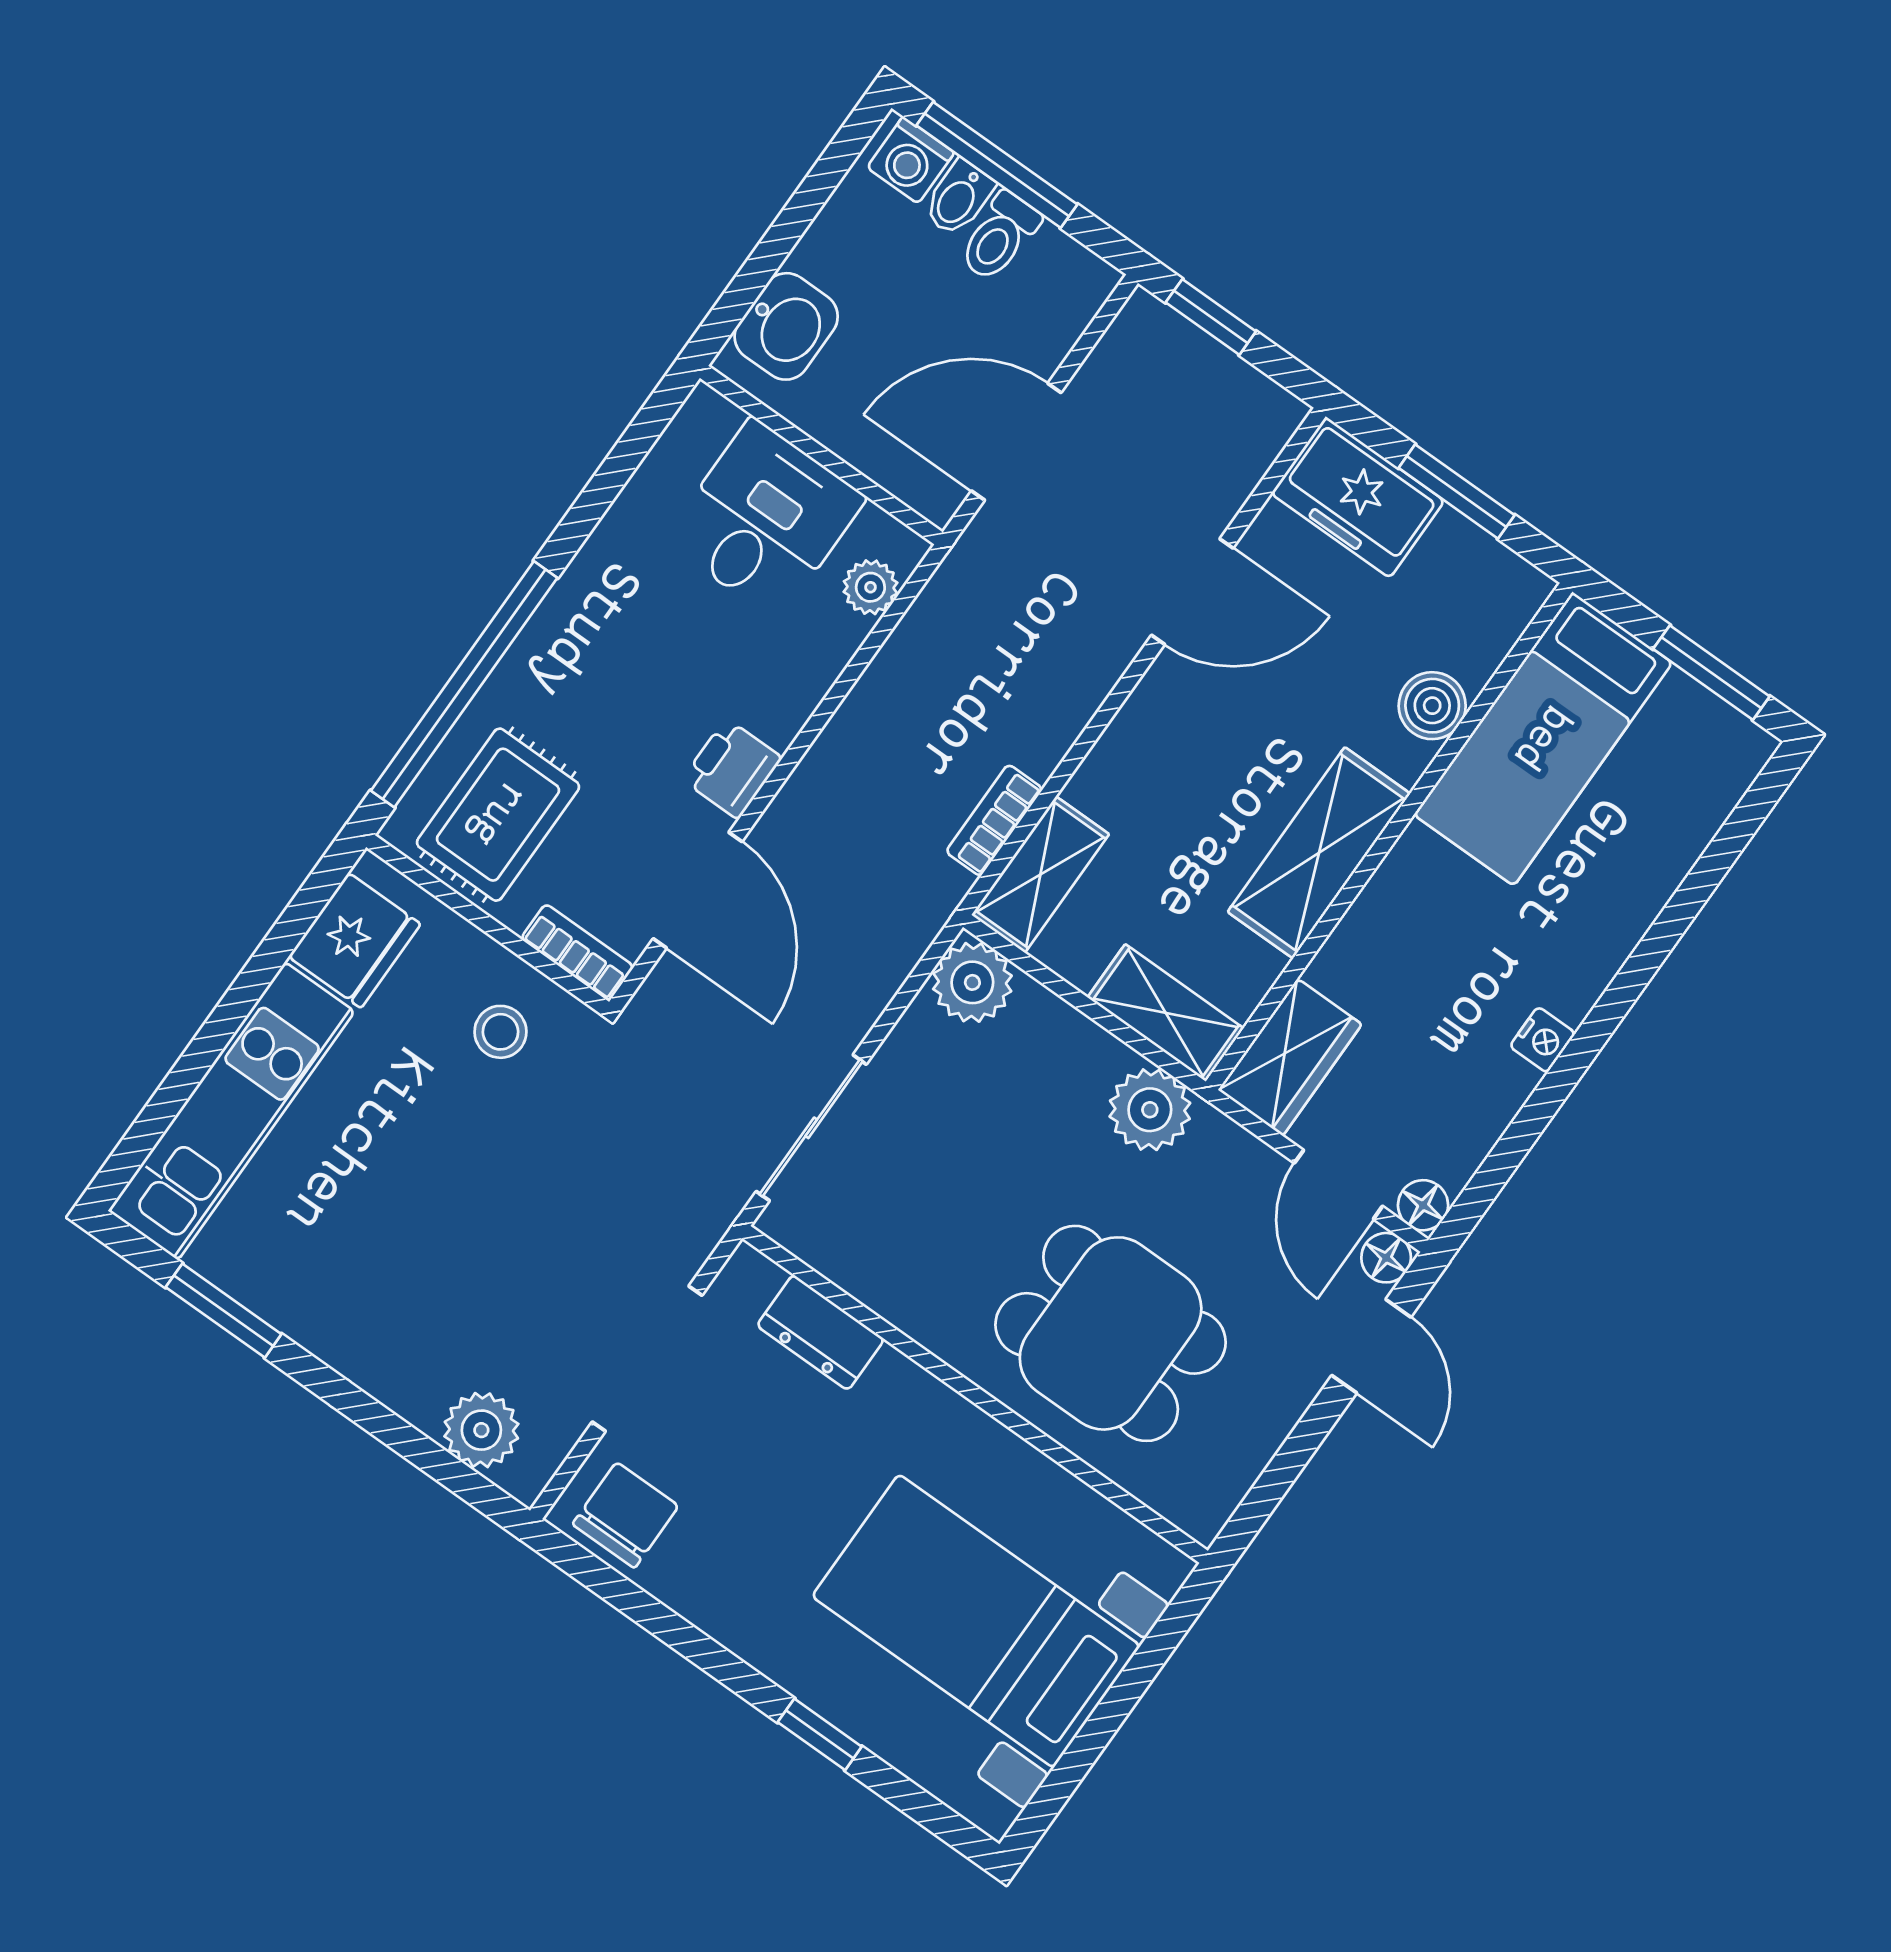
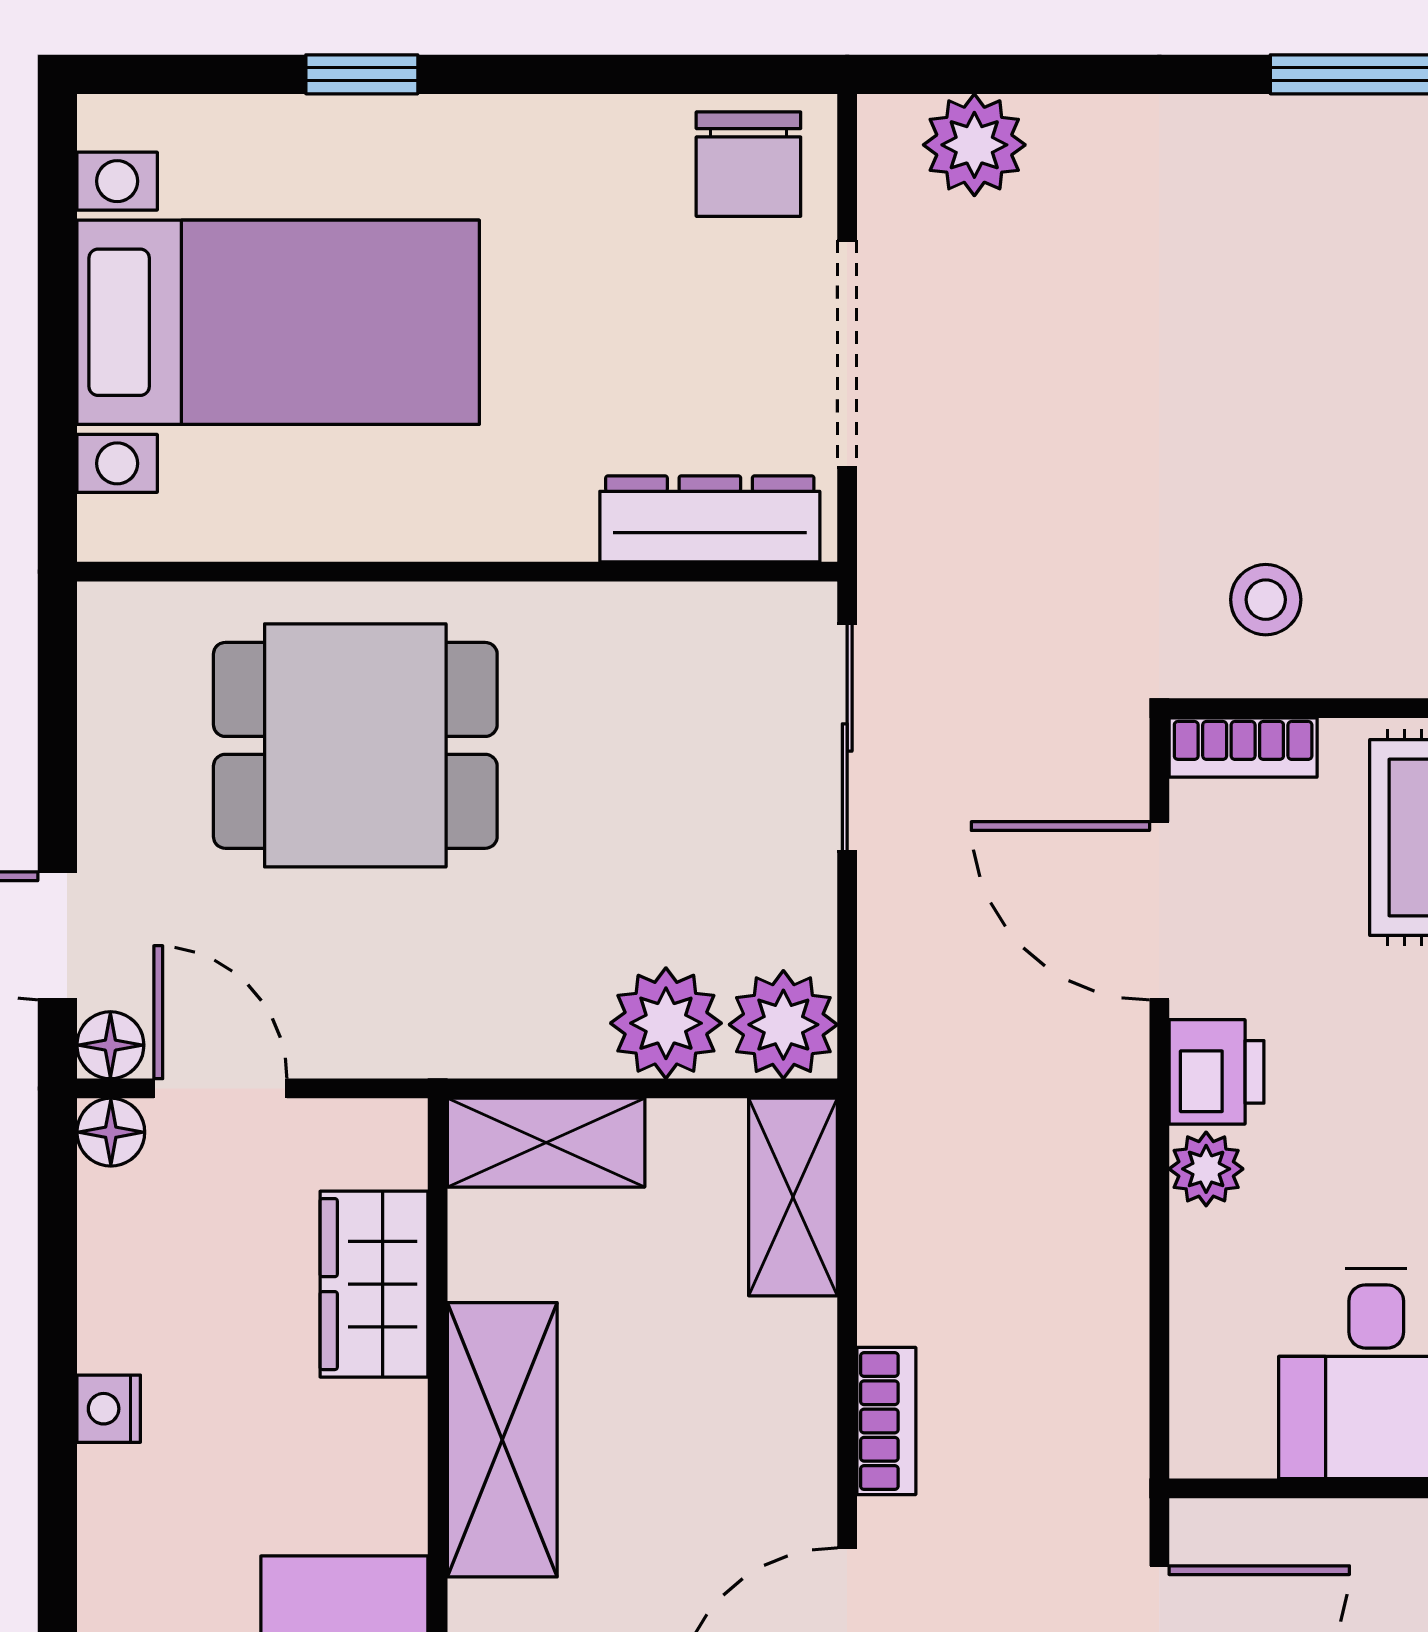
plant: (870, 587) -> (1206, 1169), moved
bookcase: (994, 820) -> (886, 1421), moved
wardrobe: (1290, 1057) -> (374, 1284), moved
plant: (1150, 1110) -> (666, 1023), moved
dresser: (821, 1332) -> (710, 519), width x1.44

